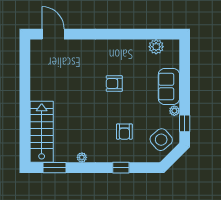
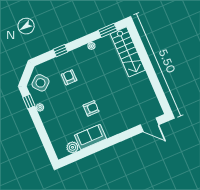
sofa: (169, 87) -> (90, 137), moved, turned -90

